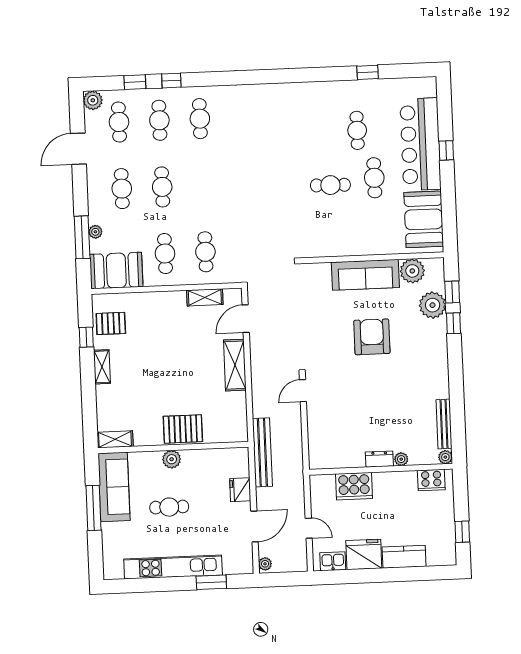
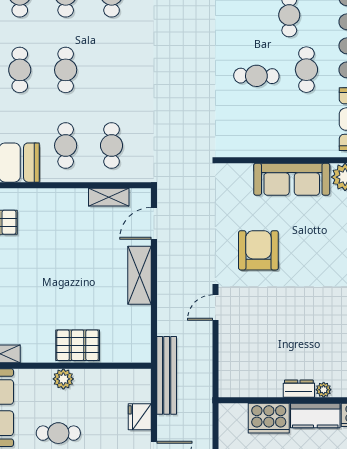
armchair: (372, 337) -> (258, 250), moved
kitchen counter: (395, 482) -> (315, 415), added

